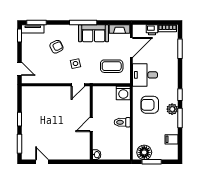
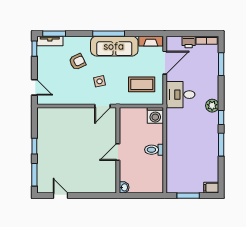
sofa: (94, 33) -> (114, 46), width x1.36
armchair: (150, 105) -> (186, 129), removed
plant: (172, 109) -> (212, 106), moved
filing cabinet: (171, 139) -> (211, 188), moved
floor lamp: (144, 152) -> (180, 185), removed

